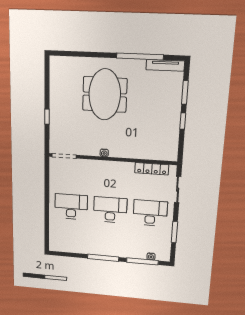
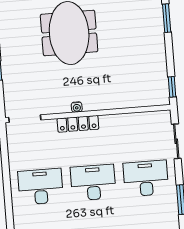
window: (183, 121) -> (172, 87), moved
locker: (152, 169) -> (78, 124), moved

